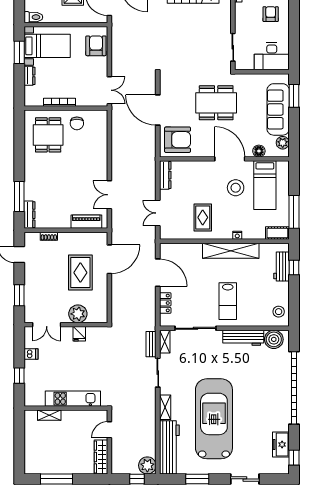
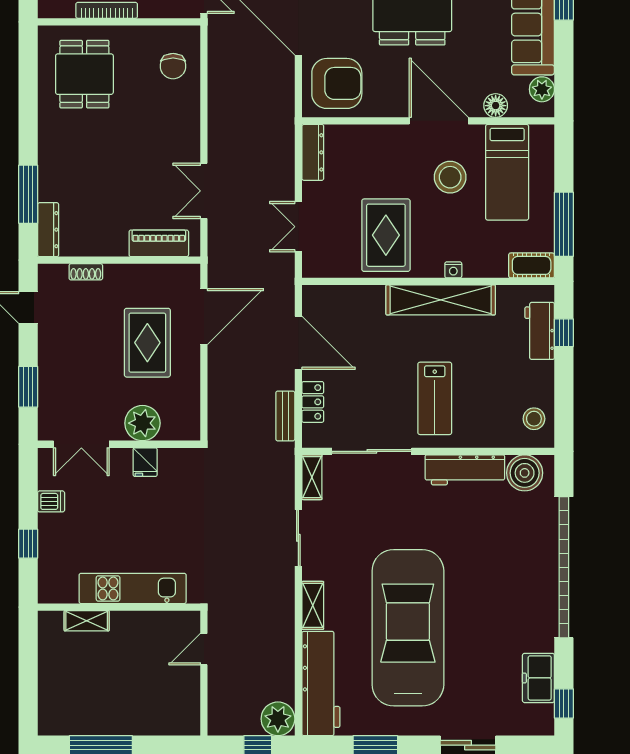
chair: (77, 123) -> (173, 66), moved
rug: (203, 217) -> (386, 235), width x1.36, depth x1.43
bench: (151, 344) -> (285, 416), moved
wardrobe: (101, 457) -> (188, 702), removed

